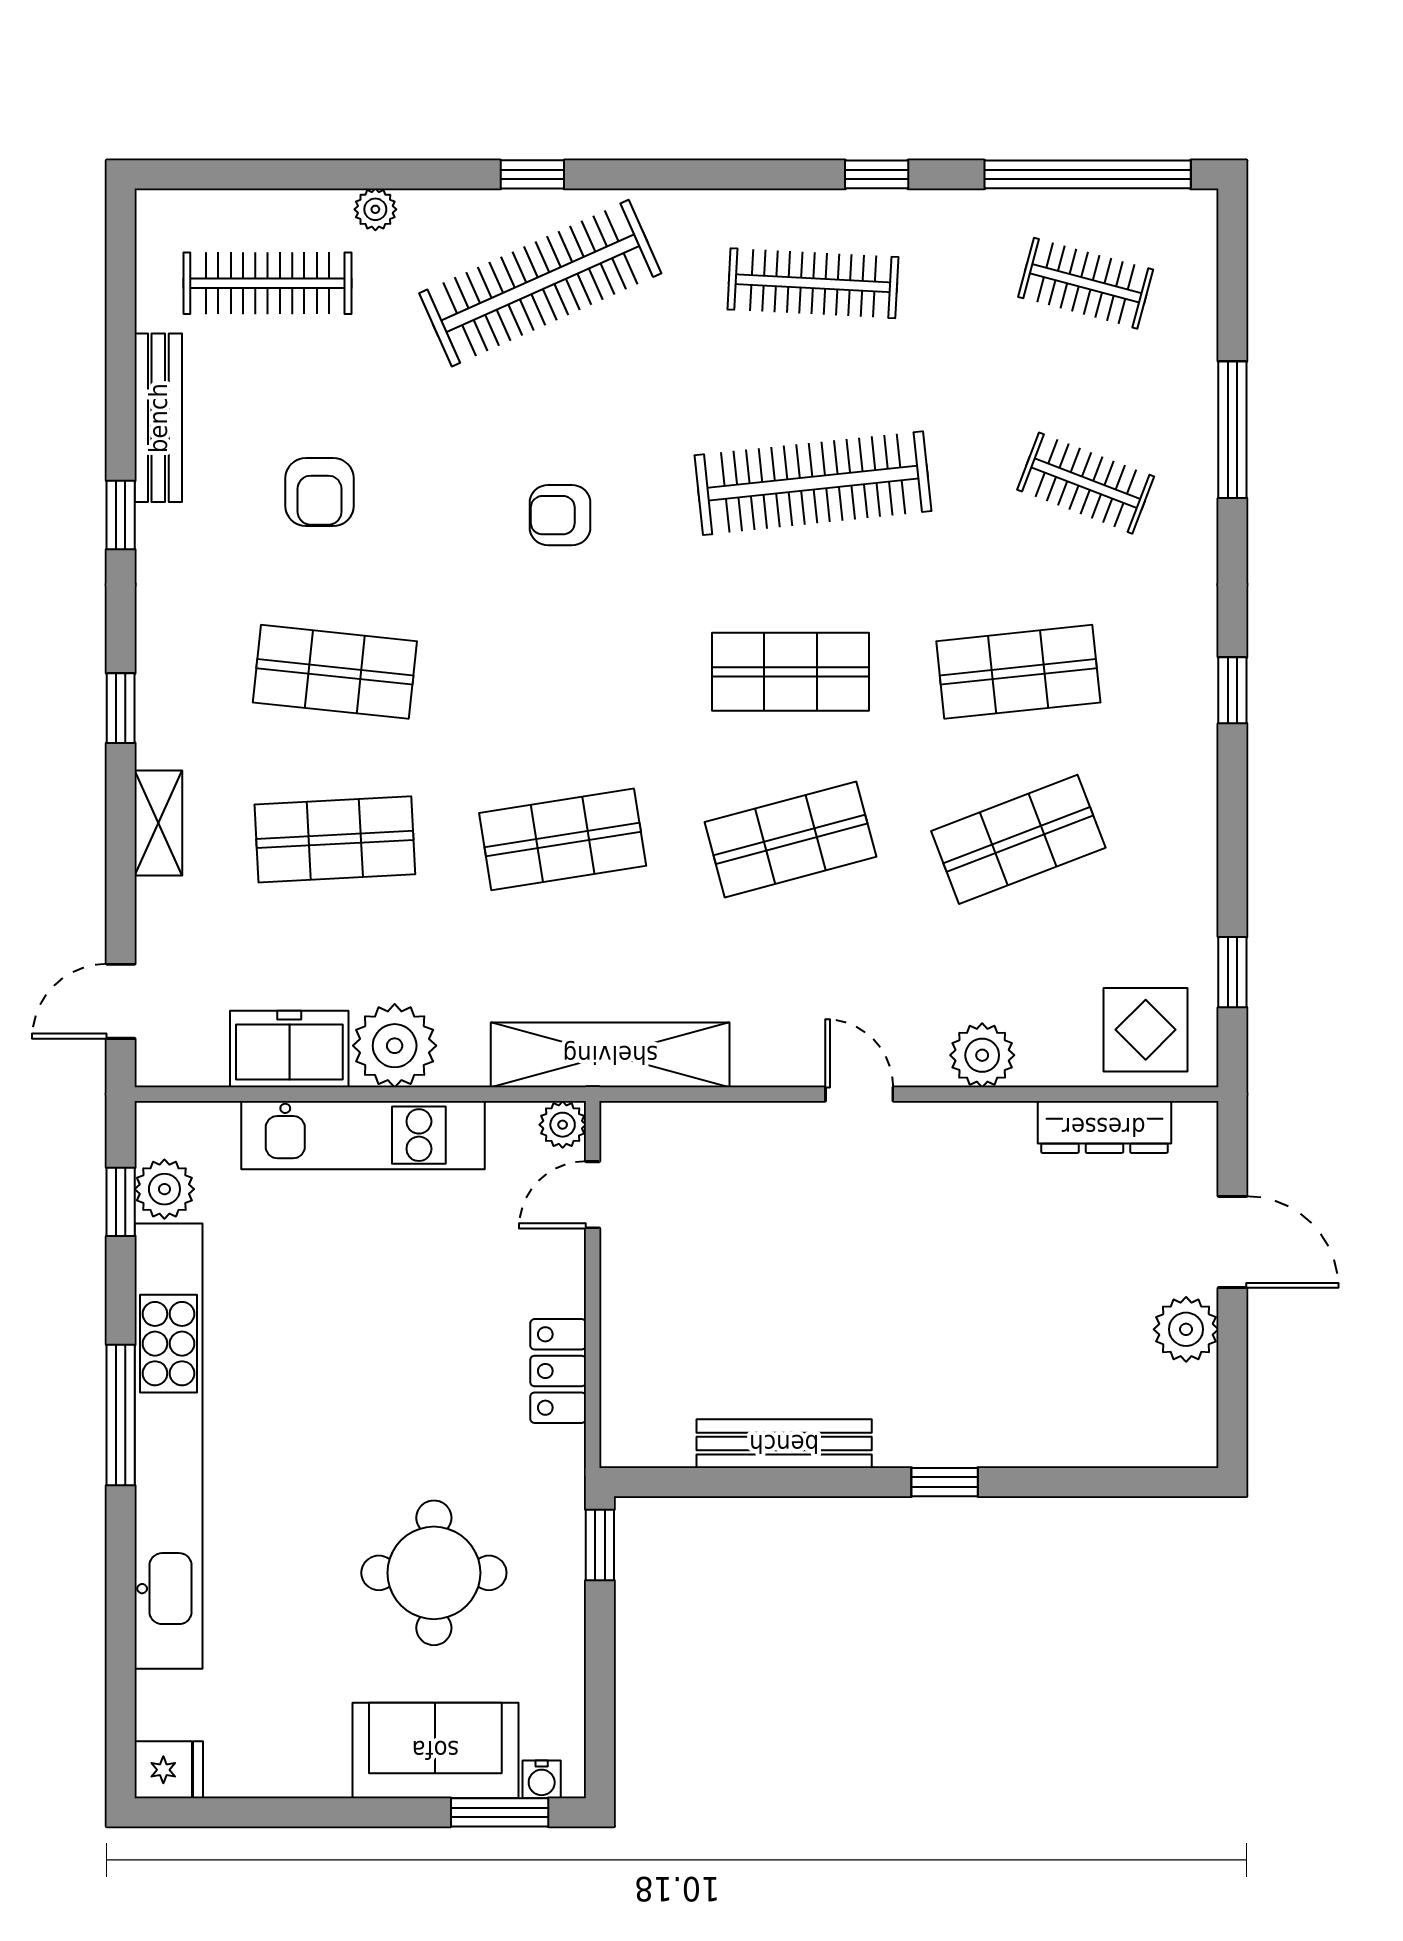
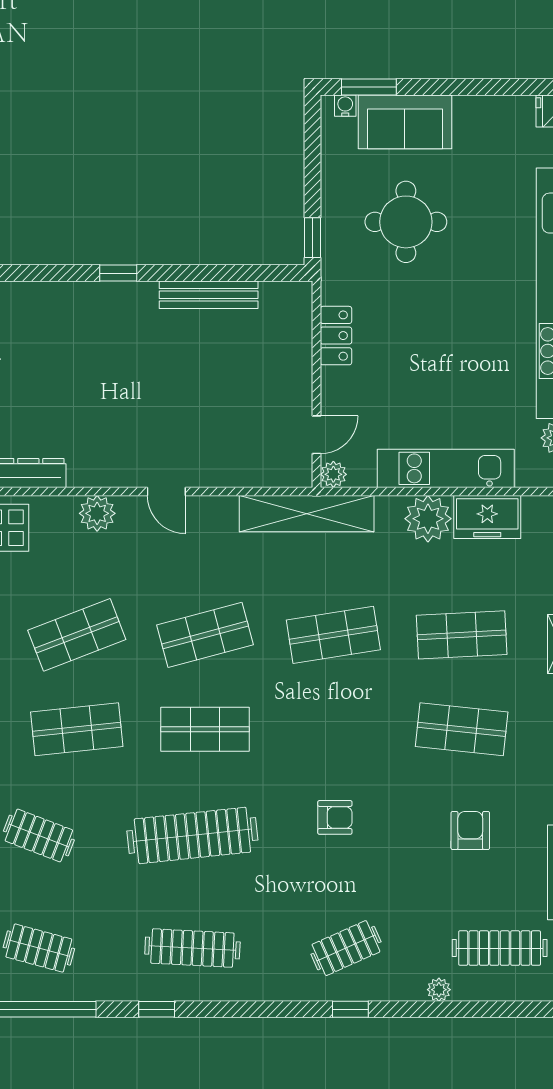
clothes rail: (540, 283) -> (346, 948), width x0.54, depth x0.76

